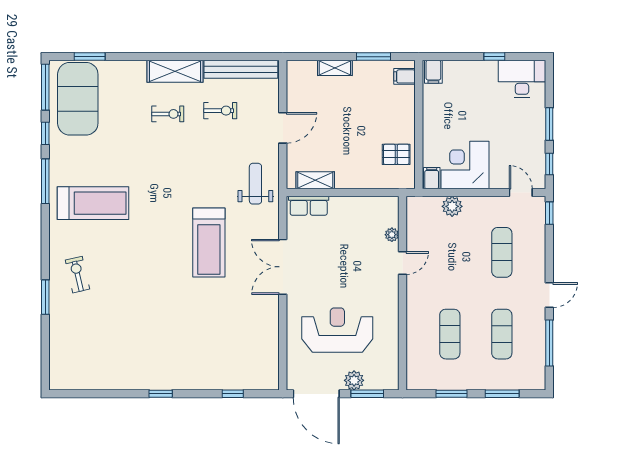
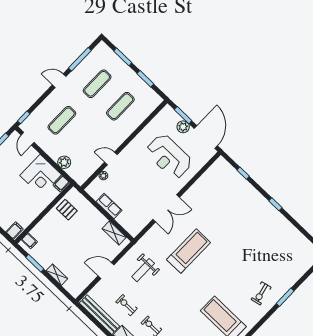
weight bench: (255, 184) -> (143, 270), moved
row of seats: (309, 206) -> (109, 206), moved

